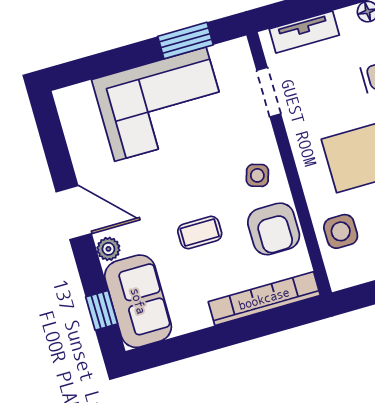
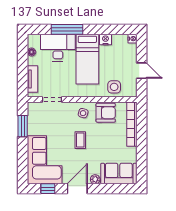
corner sofa: (160, 104) -> (45, 160), moved
coffee table: (200, 232) -> (80, 140), moved
window: (102, 310) -> (48, 189), moved

